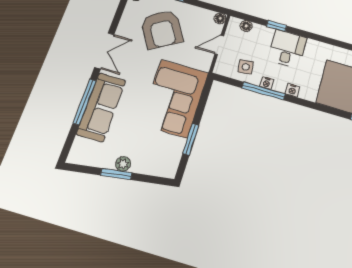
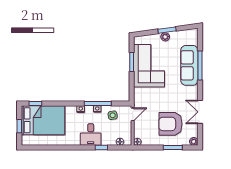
armchair: (162, 29) -> (170, 124), turned -59
door: (219, 45) -> (133, 114), moved
double door: (104, 51) -> (200, 112), moved
corner sofa: (174, 98) -> (149, 66), moved

